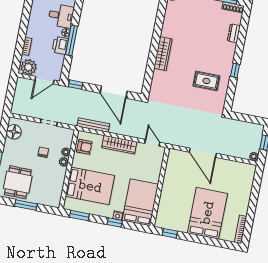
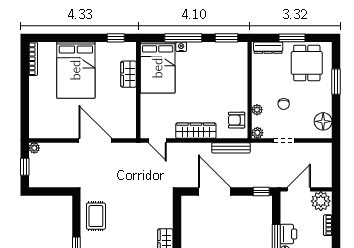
rug: (206, 81) -> (96, 216), moved, turned 90
plant: (64, 162) -> (257, 133), moved
bed: (90, 186) -> (221, 75), removed
dresser: (47, 201) -> (268, 48), added
wardrobe: (165, 202) -> (129, 74), added
window: (115, 222) -> (183, 38), width x2.17

